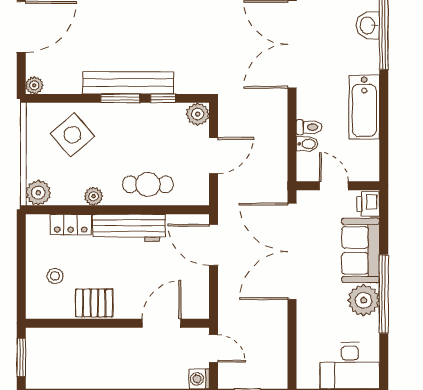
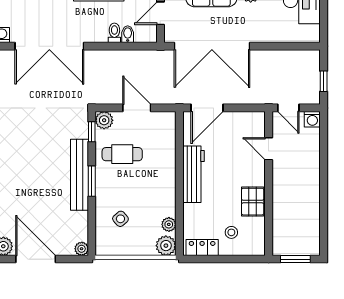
window: (163, 98) -> (92, 132), moved
side table: (72, 135) -> (120, 219), width x0.54, depth x0.54
cafe table: (148, 184) -> (122, 154), moved, turned 90
plant: (94, 196) -> (169, 224), moved
locker: (71, 224) -> (202, 247), moved, turned -90
door: (161, 323) -> (269, 149), width x0.73
door: (213, 348) -> (288, 108), swing flipped

